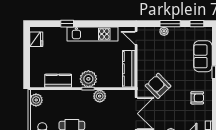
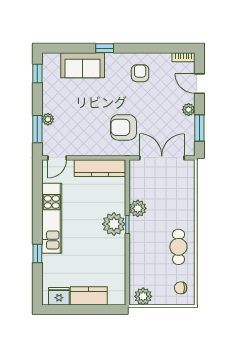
window: (170, 24) -> (37, 129), moved
kitchen counter: (58, 81) -> (89, 296), moved, turned 90
armchair: (158, 86) -> (124, 127), turned 44

